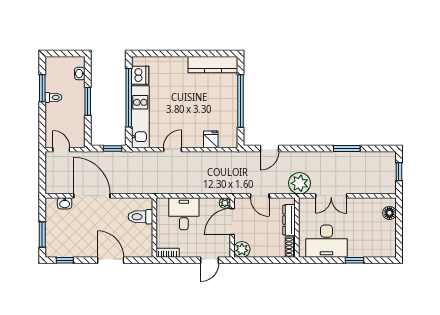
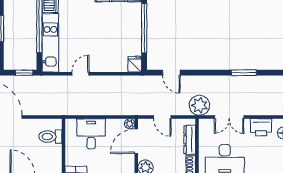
fridge: (211, 139) -> (135, 64), moved
door: (269, 149) -> (171, 73), hinge flipped
printer: (365, 207) -> (261, 127), added

